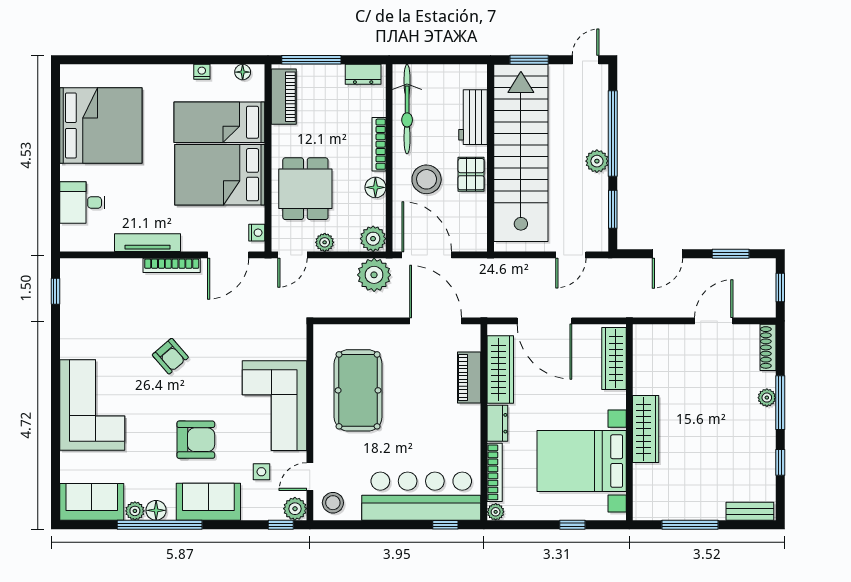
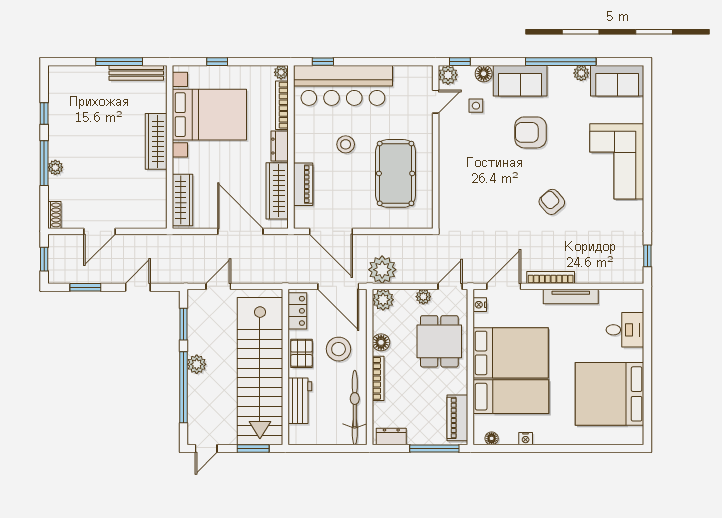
locker: (476, 225) -> (297, 311), added
shoe rack: (768, 347) -> (54, 215), width x0.70
corner sofa: (274, 406) -> (465, 161), removed
stool: (333, 503) -> (346, 144), moved
floor lamp: (156, 510) -> (484, 74), moved
bench: (750, 511) -> (136, 73), moved, width x1.36

